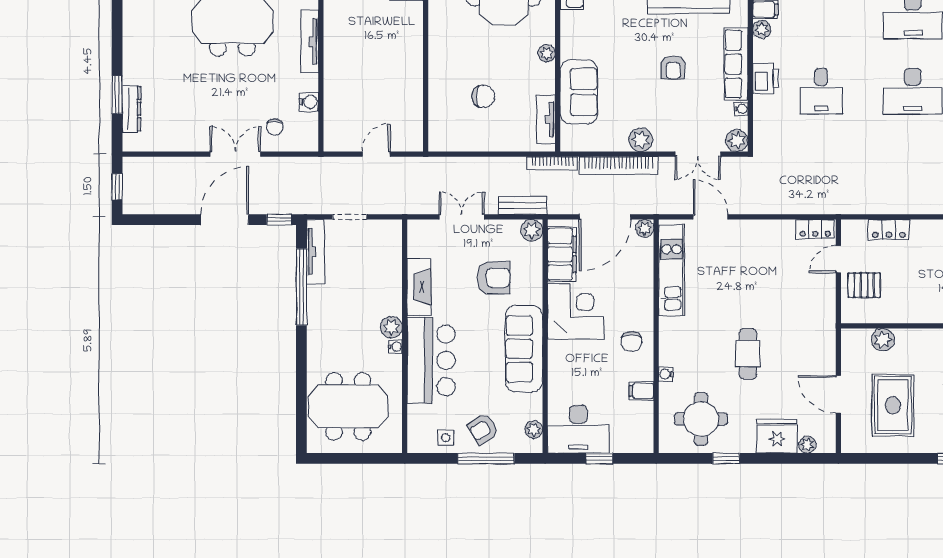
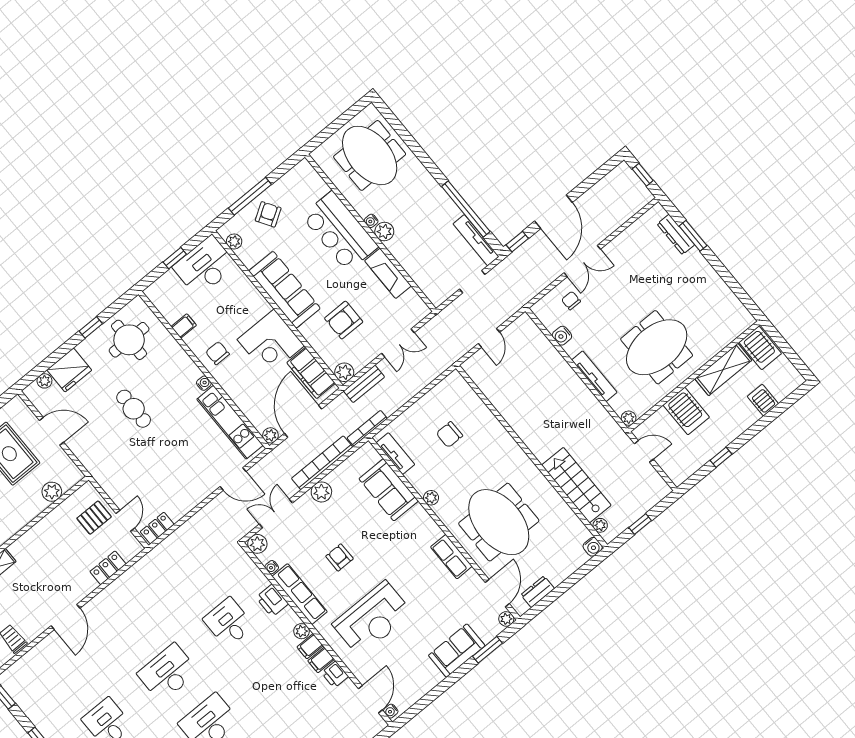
water cooler: (666, 374) -> (204, 383), moved
meeting table: (348, 406) -> (370, 155), turned 90
side table: (446, 438) -> (288, 188), removed

